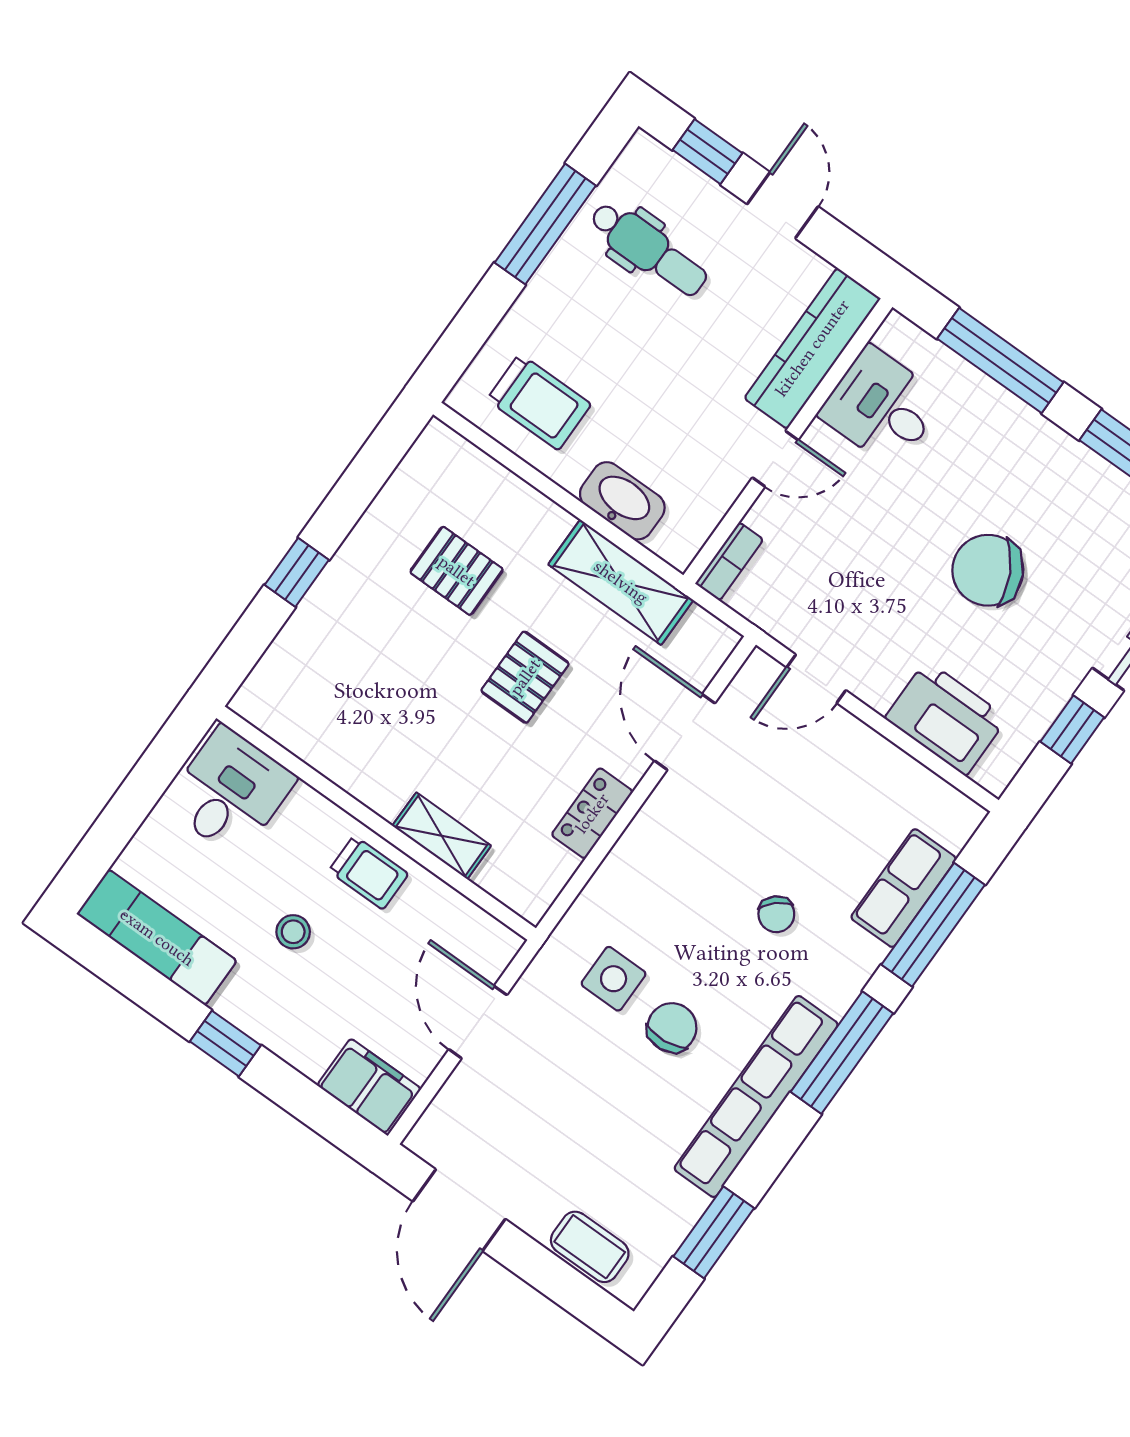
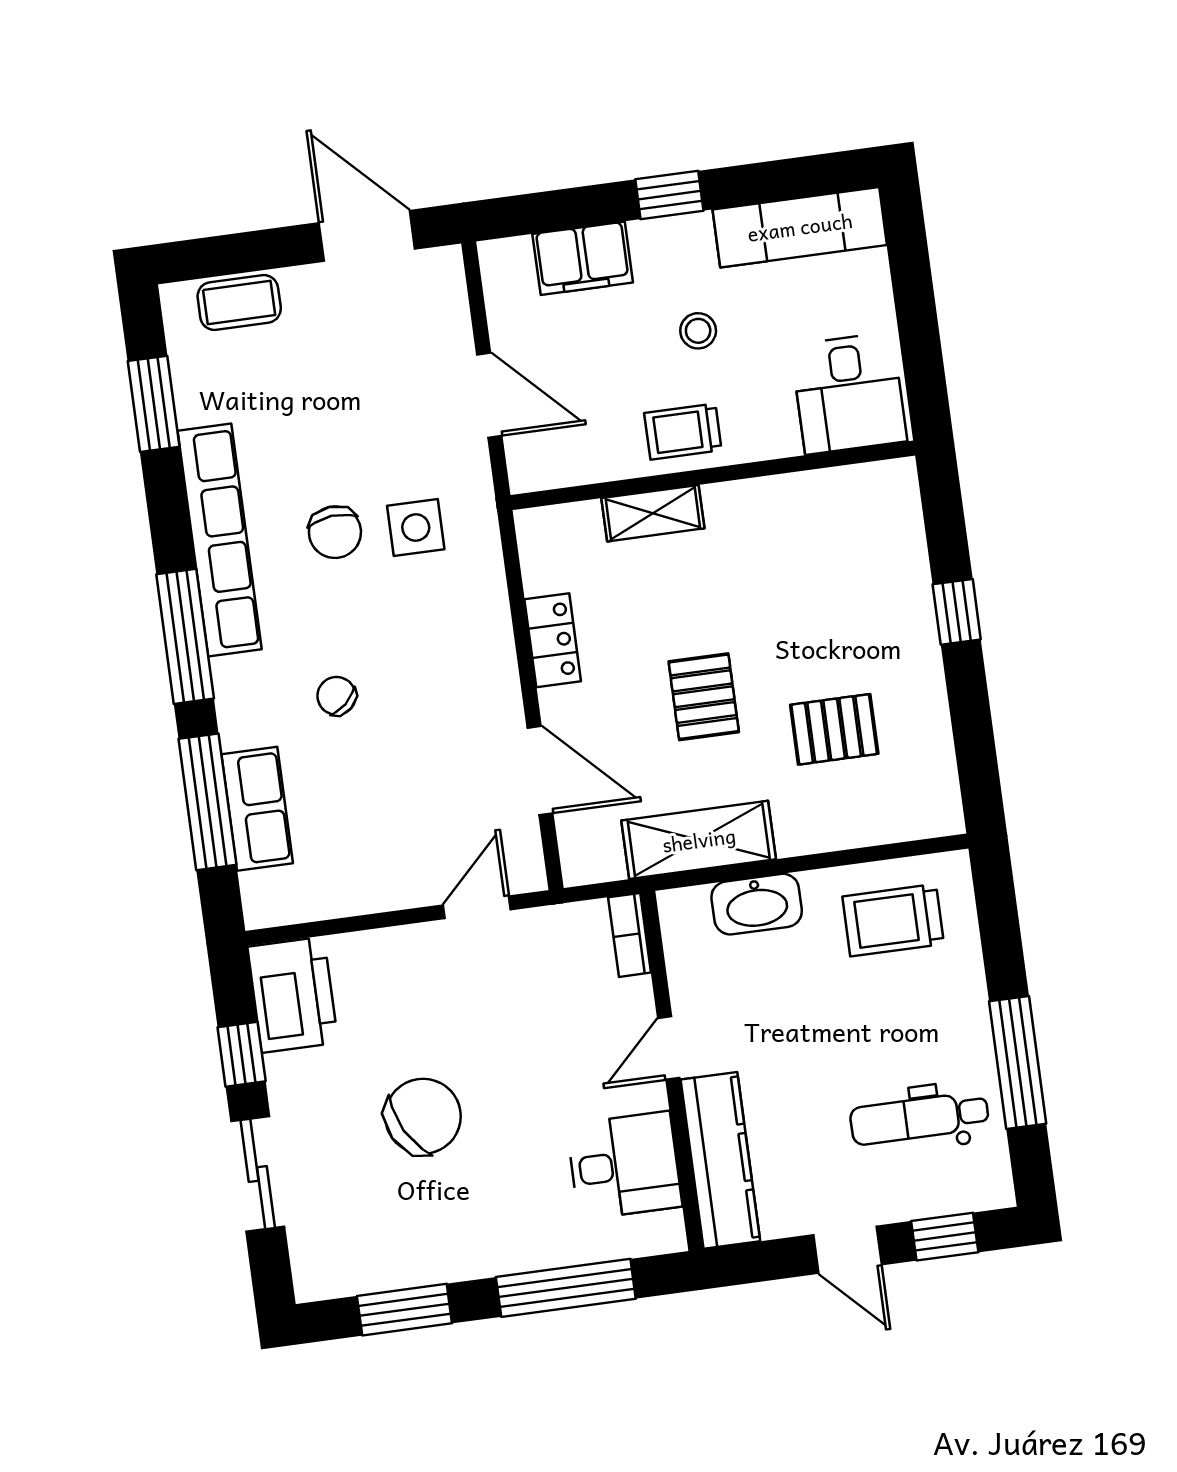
printer: (946, 718) -> (293, 995), moved, turned -90
filing cabinet: (369, 1087) -> (583, 258), moved

